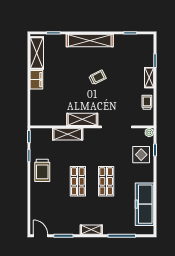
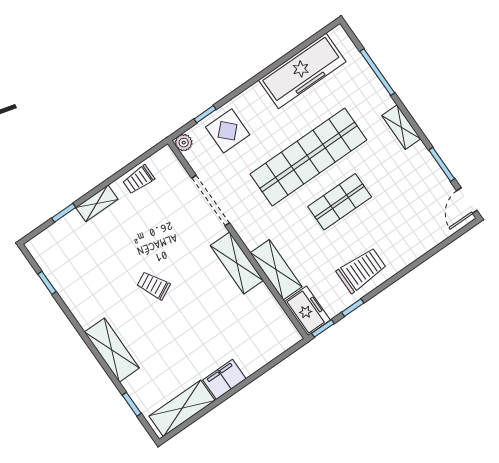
shelving: (90, 40) -> (112, 350), width x0.68
freezer: (41, 135) -> (307, 311), added
shop shelf: (106, 181) -> (308, 157), width x2.00, depth x1.36

